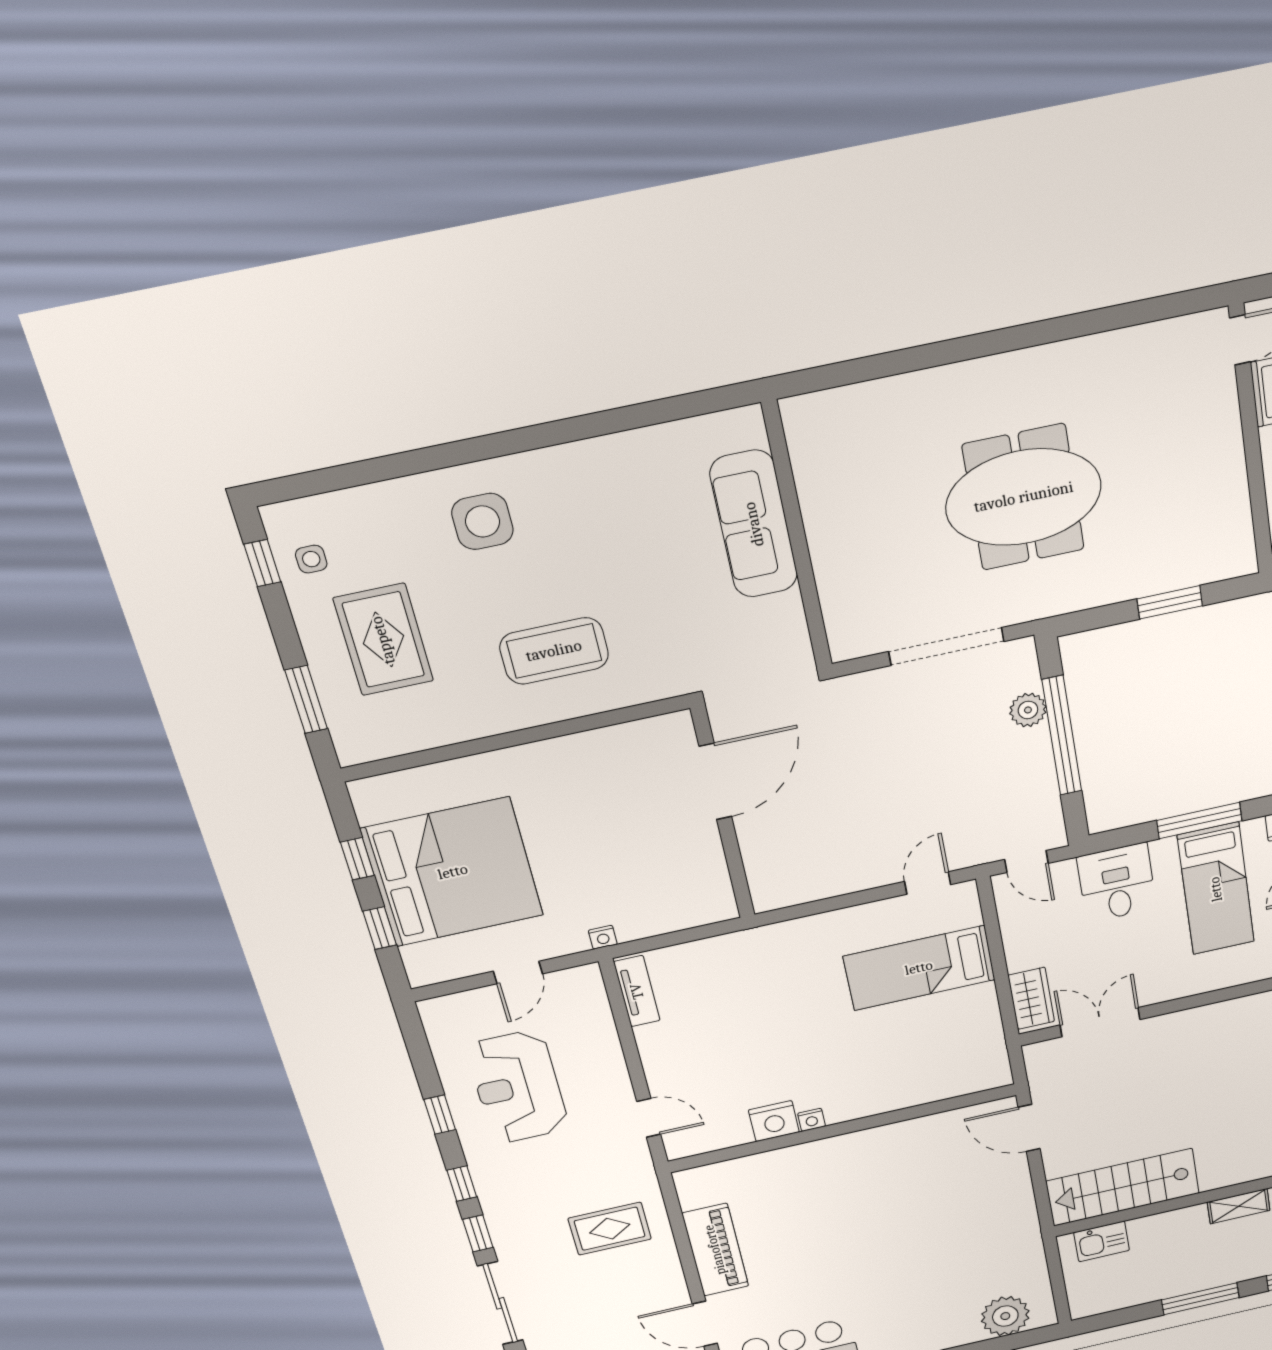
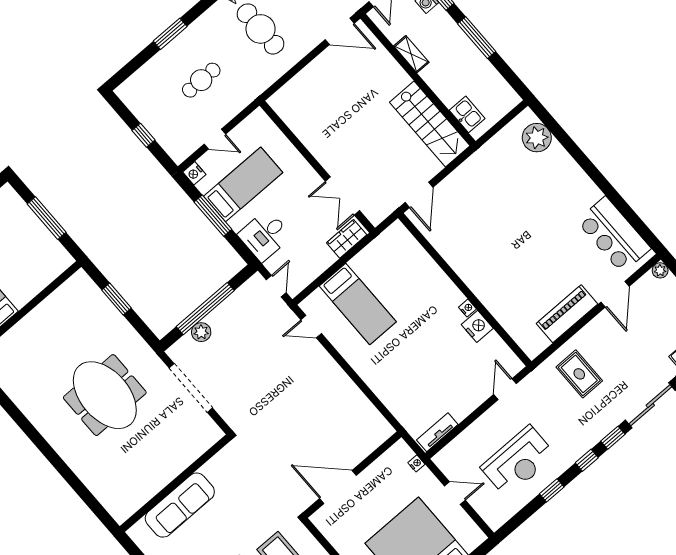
door: (715, 782) -> (338, 487), moved
wall: (723, 814) -> (352, 475), moved

